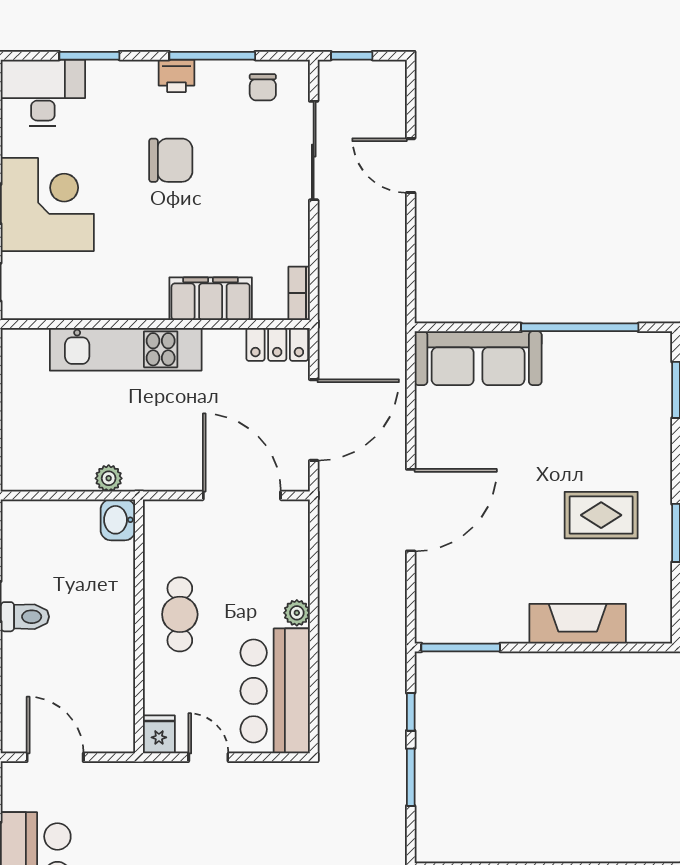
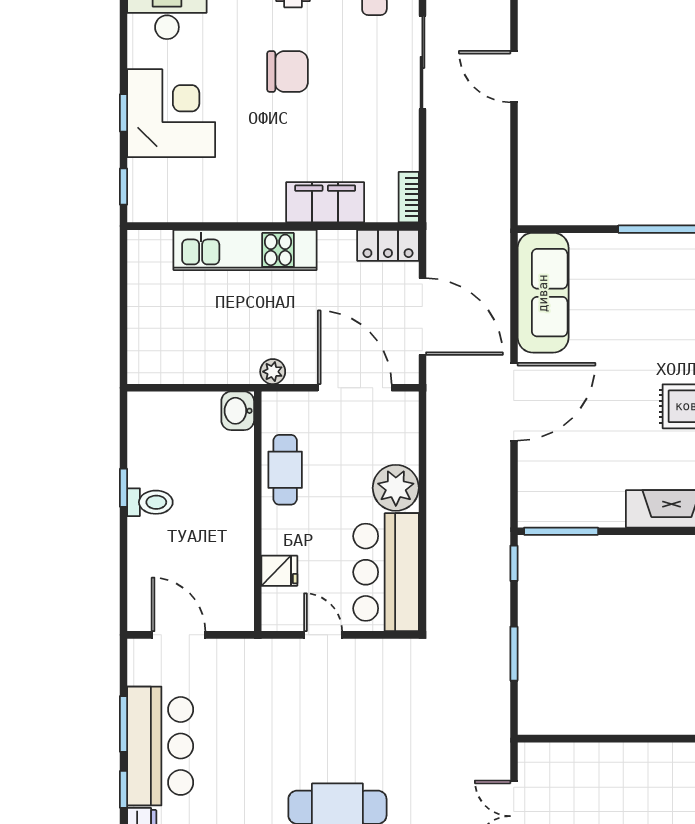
sofa: (478, 358) -> (543, 293), moved, turned -90
door: (314, 420) -> (422, 317), hinge flipped
plant: (109, 478) -> (273, 372), moved
plant: (297, 613) -> (396, 488), width x1.88, depth x1.88
cafe table: (180, 614) -> (285, 470), moved
window: (411, 712) -> (514, 563), moved
fridge: (159, 734) -> (279, 571), moved, turned 90

